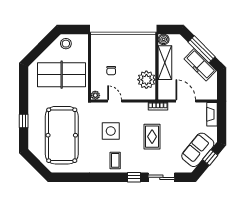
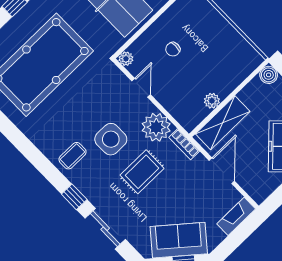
shelving: (165, 63) -> (223, 123), moved
plant: (146, 80) -> (212, 101), width x0.53, depth x0.53
plant: (138, 111) -> (156, 127), added
side table: (111, 131) -> (111, 139), moved

